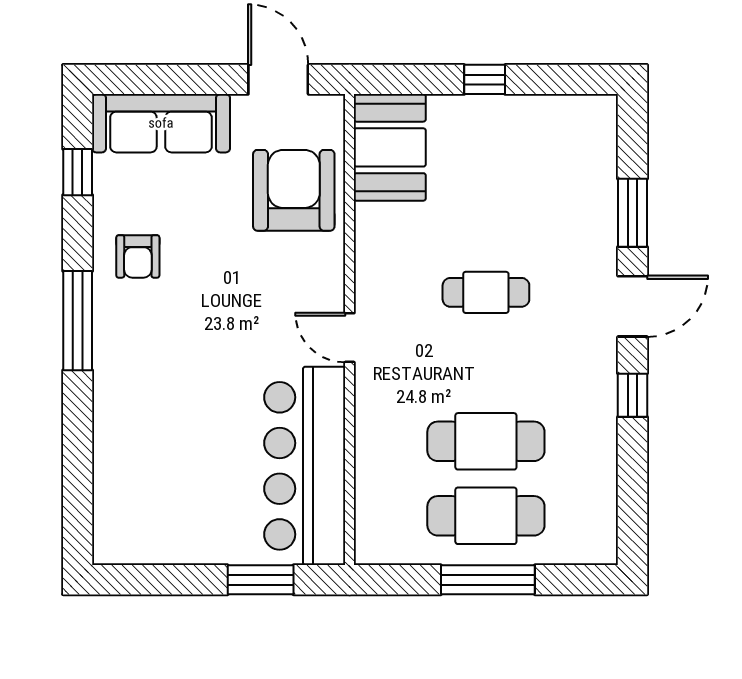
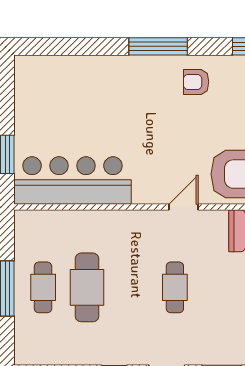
door: (350, 338) -> (183, 207), moved
cafe table: (486, 516) -> (43, 287), width x0.73, depth x0.74

